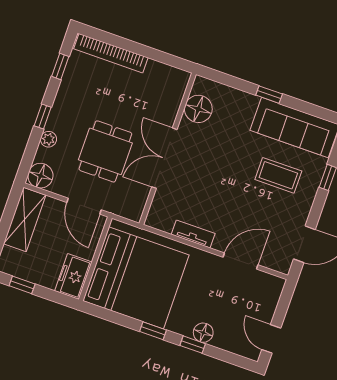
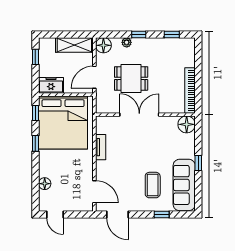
bookcase: (111, 53) -> (190, 90), moved
floor lamp: (198, 109) -> (187, 124), moved
door: (241, 261) -> (94, 192), moved
floor lamp: (203, 333) -> (45, 184), moved
door: (271, 339) -> (55, 215), swing flipped
window: (193, 345) -> (35, 113), moved

